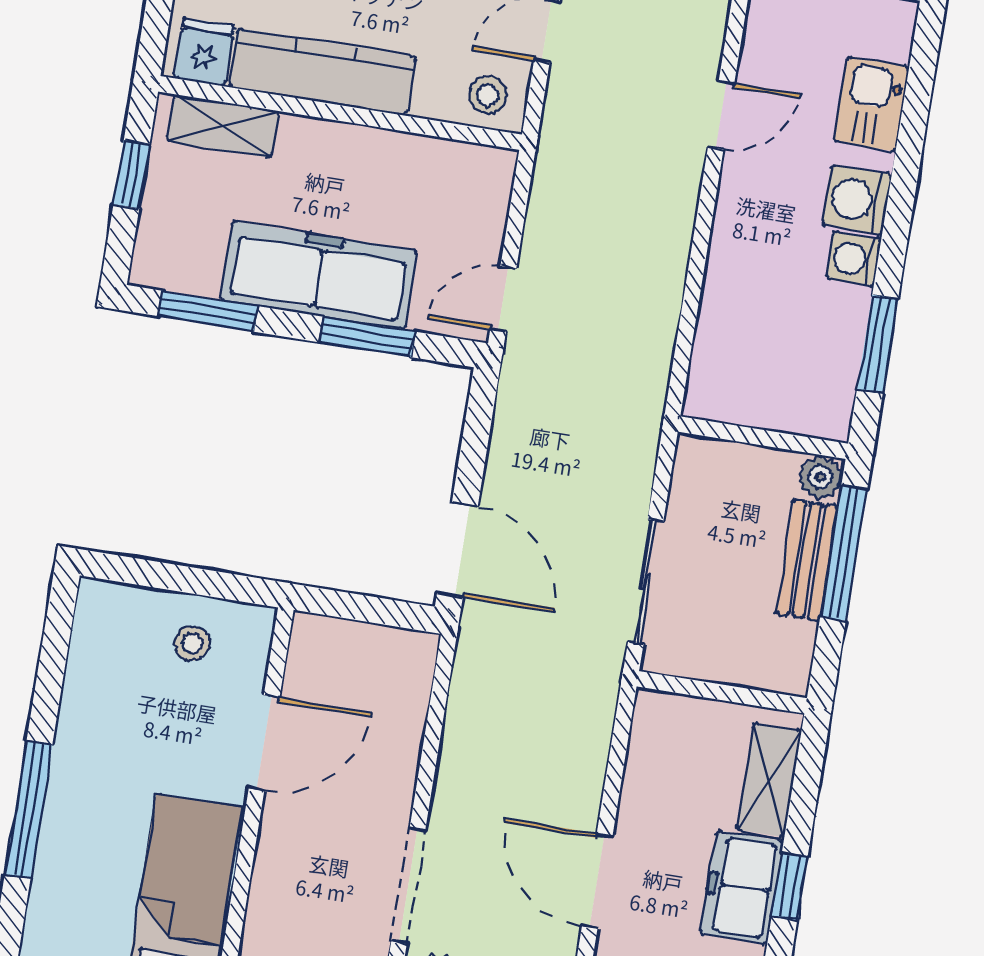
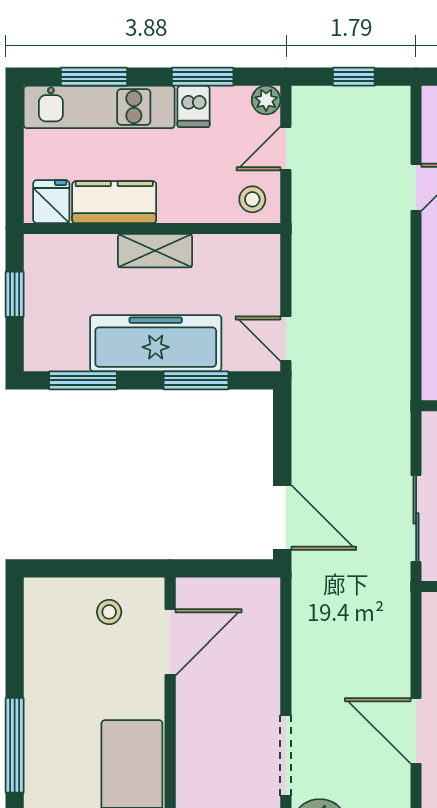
kitchen counter: (322, 72) -> (114, 202), width x0.67
shelving: (223, 126) -> (155, 251), moved
door: (503, 299) -> (286, 339), hinge flipped
door: (264, 743) -> (170, 642), moved

